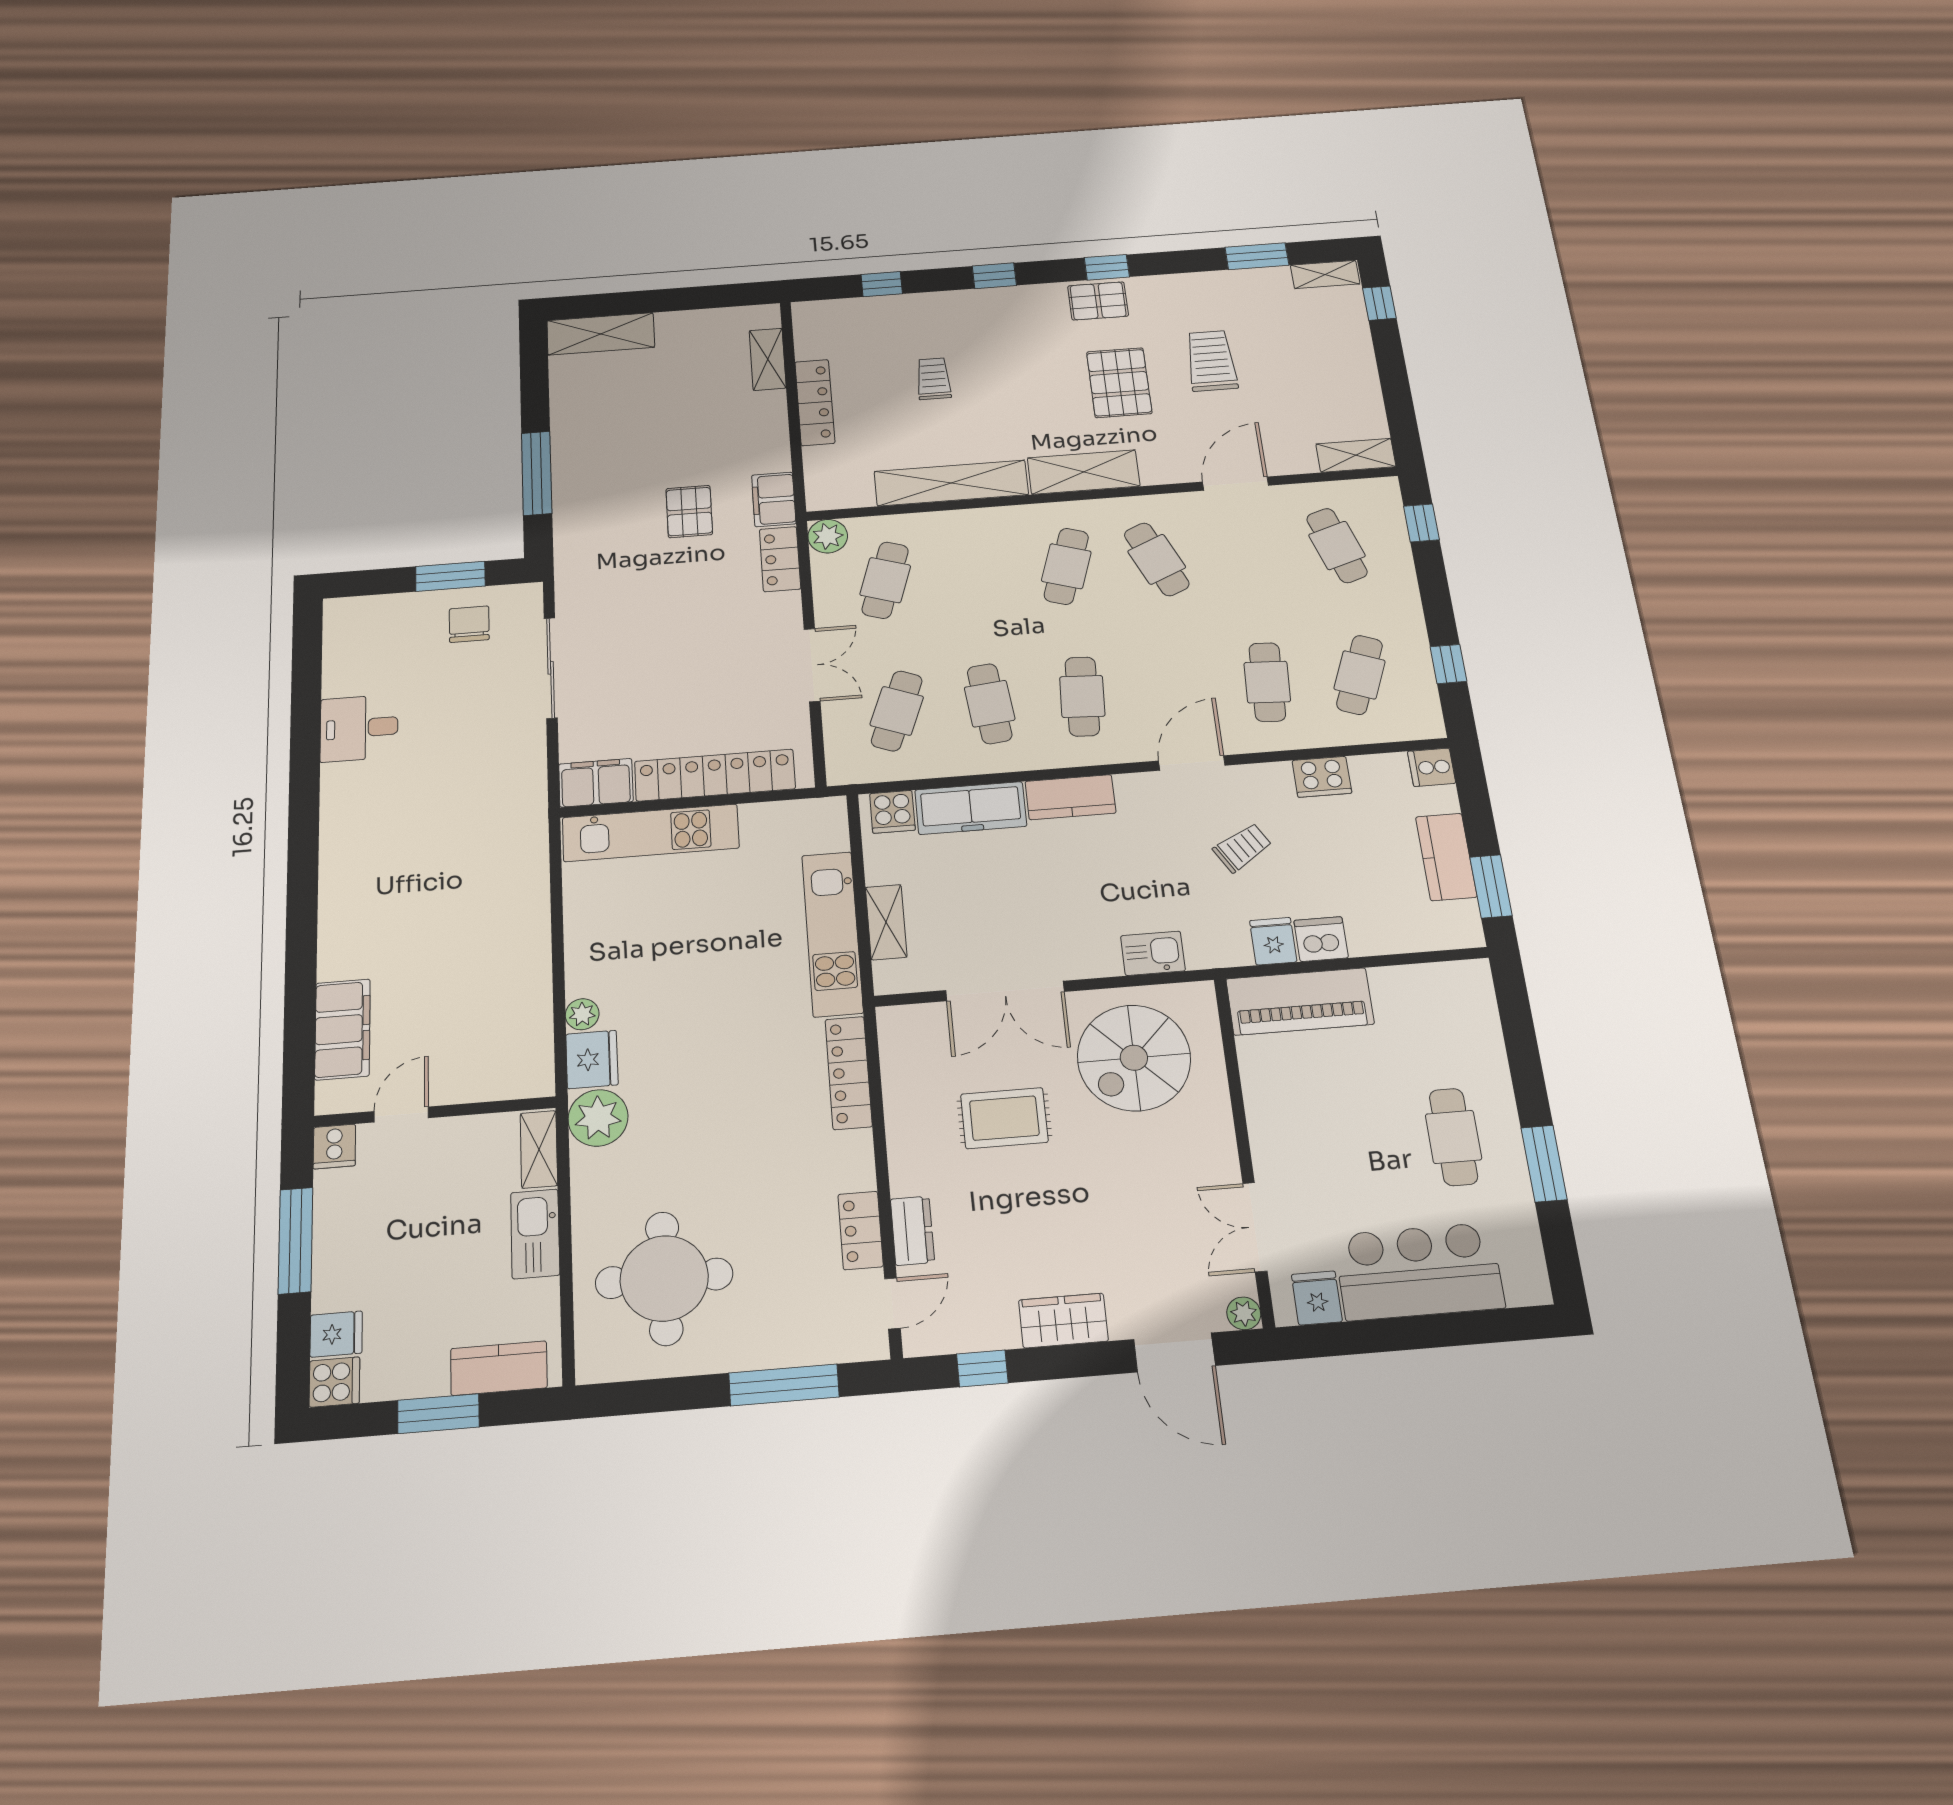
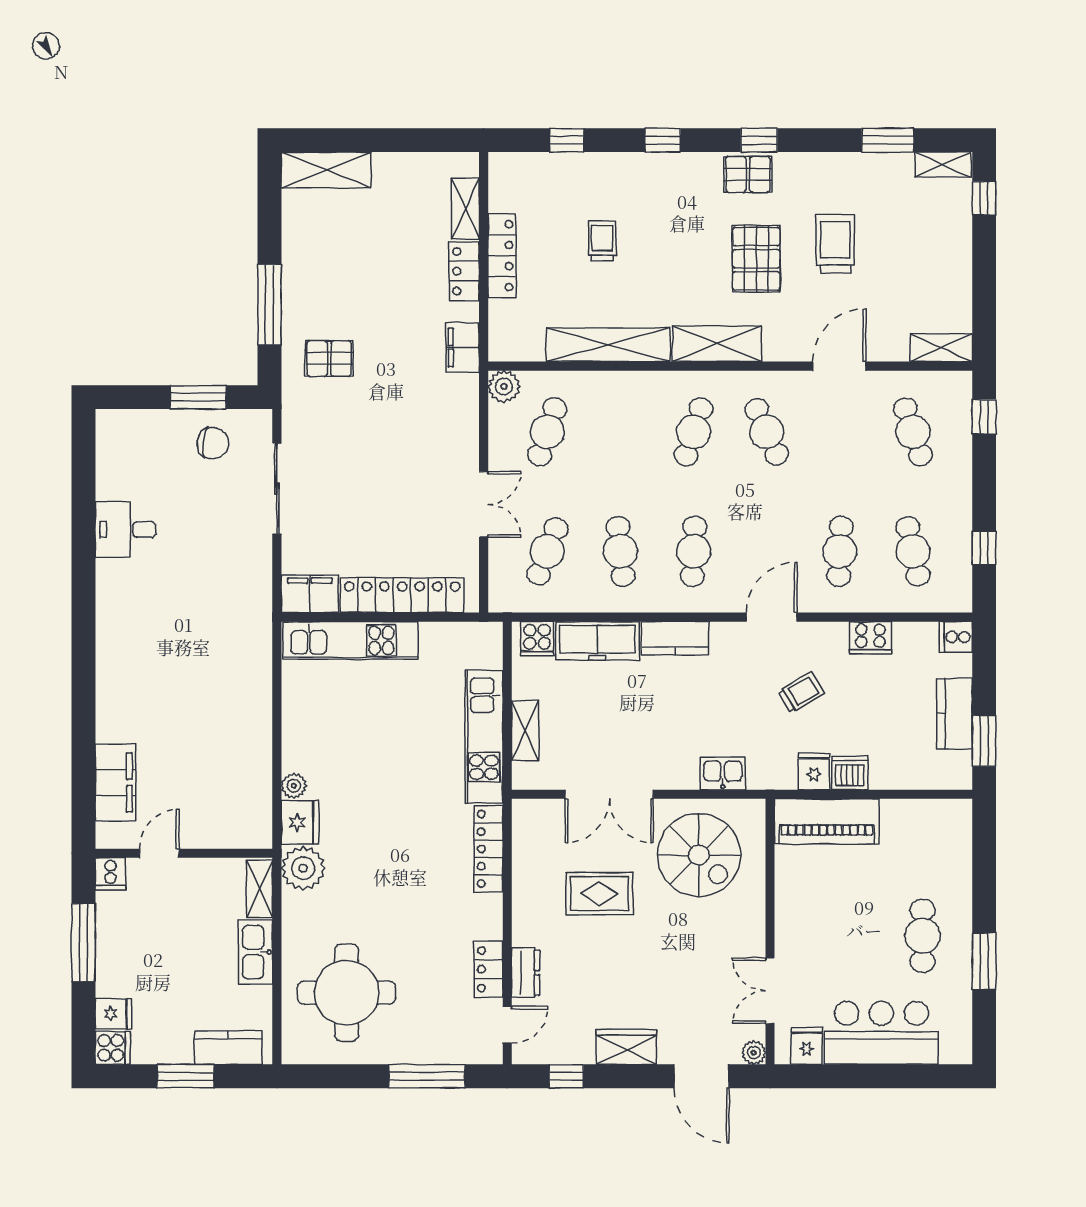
pallet: (689, 512) -> (329, 359), moved, turned 90
locker: (780, 559) -> (464, 271), moved
chair: (469, 624) -> (213, 443), turned 96
cafe table: (1360, 675) -> (913, 551), turned -33
spiral stairs: (1134, 1058) -> (699, 855), turned -90

